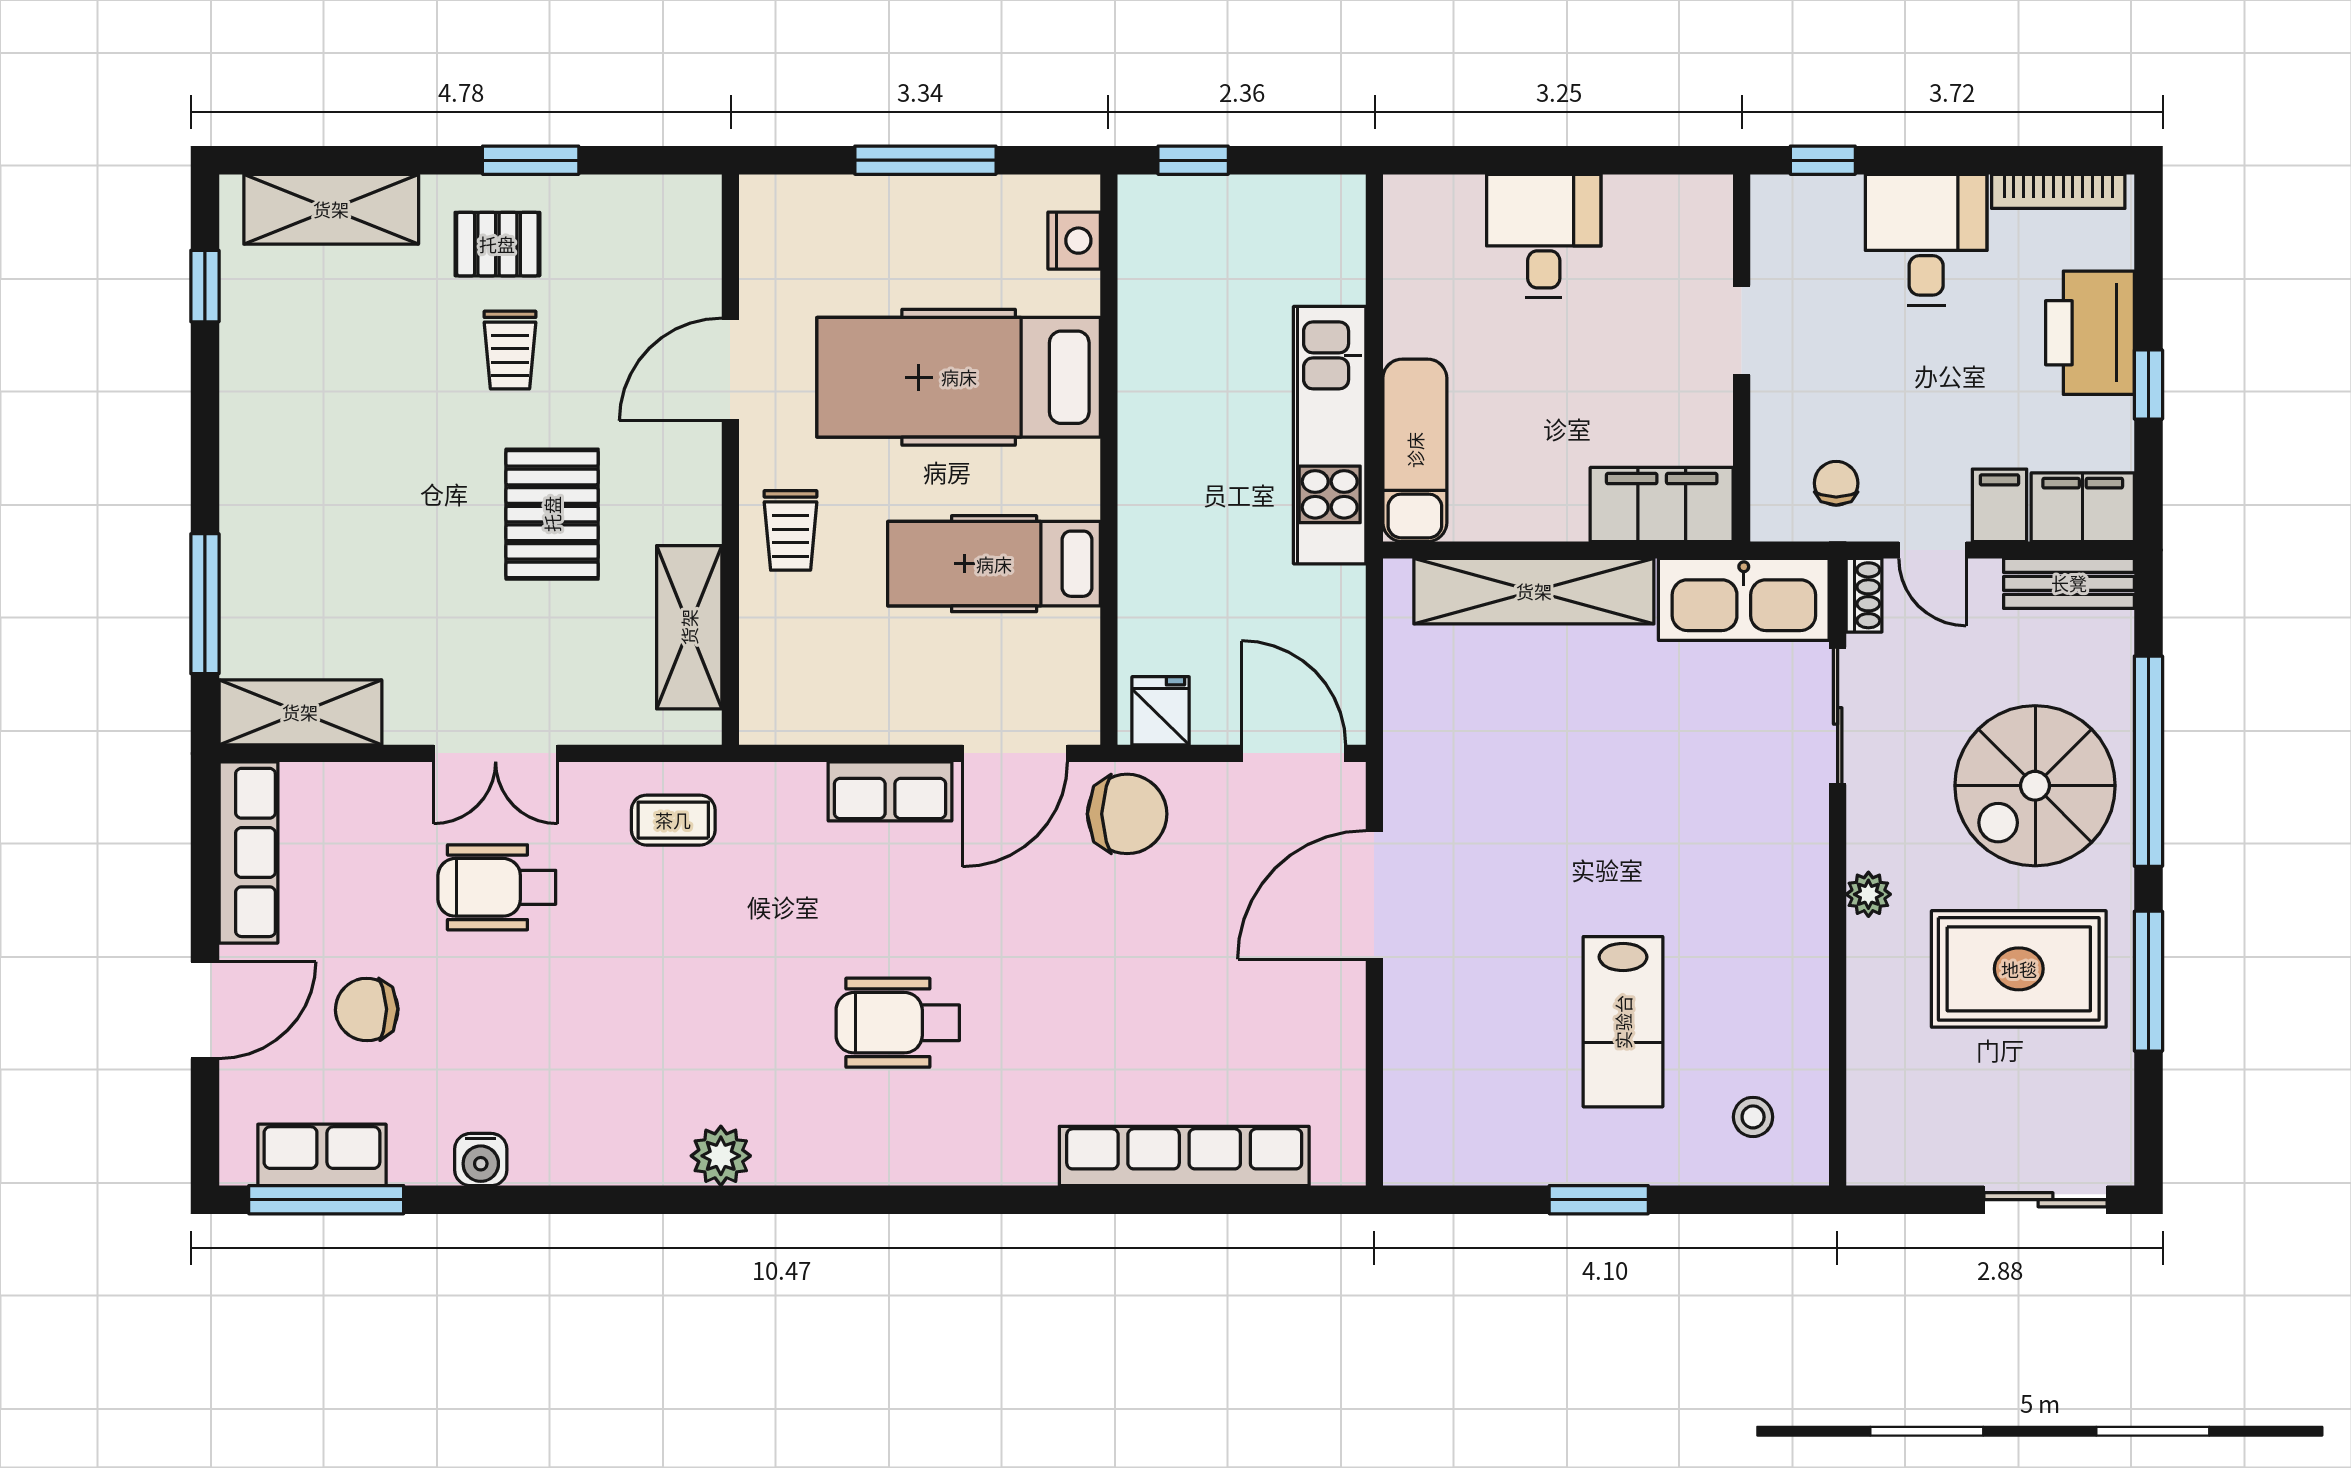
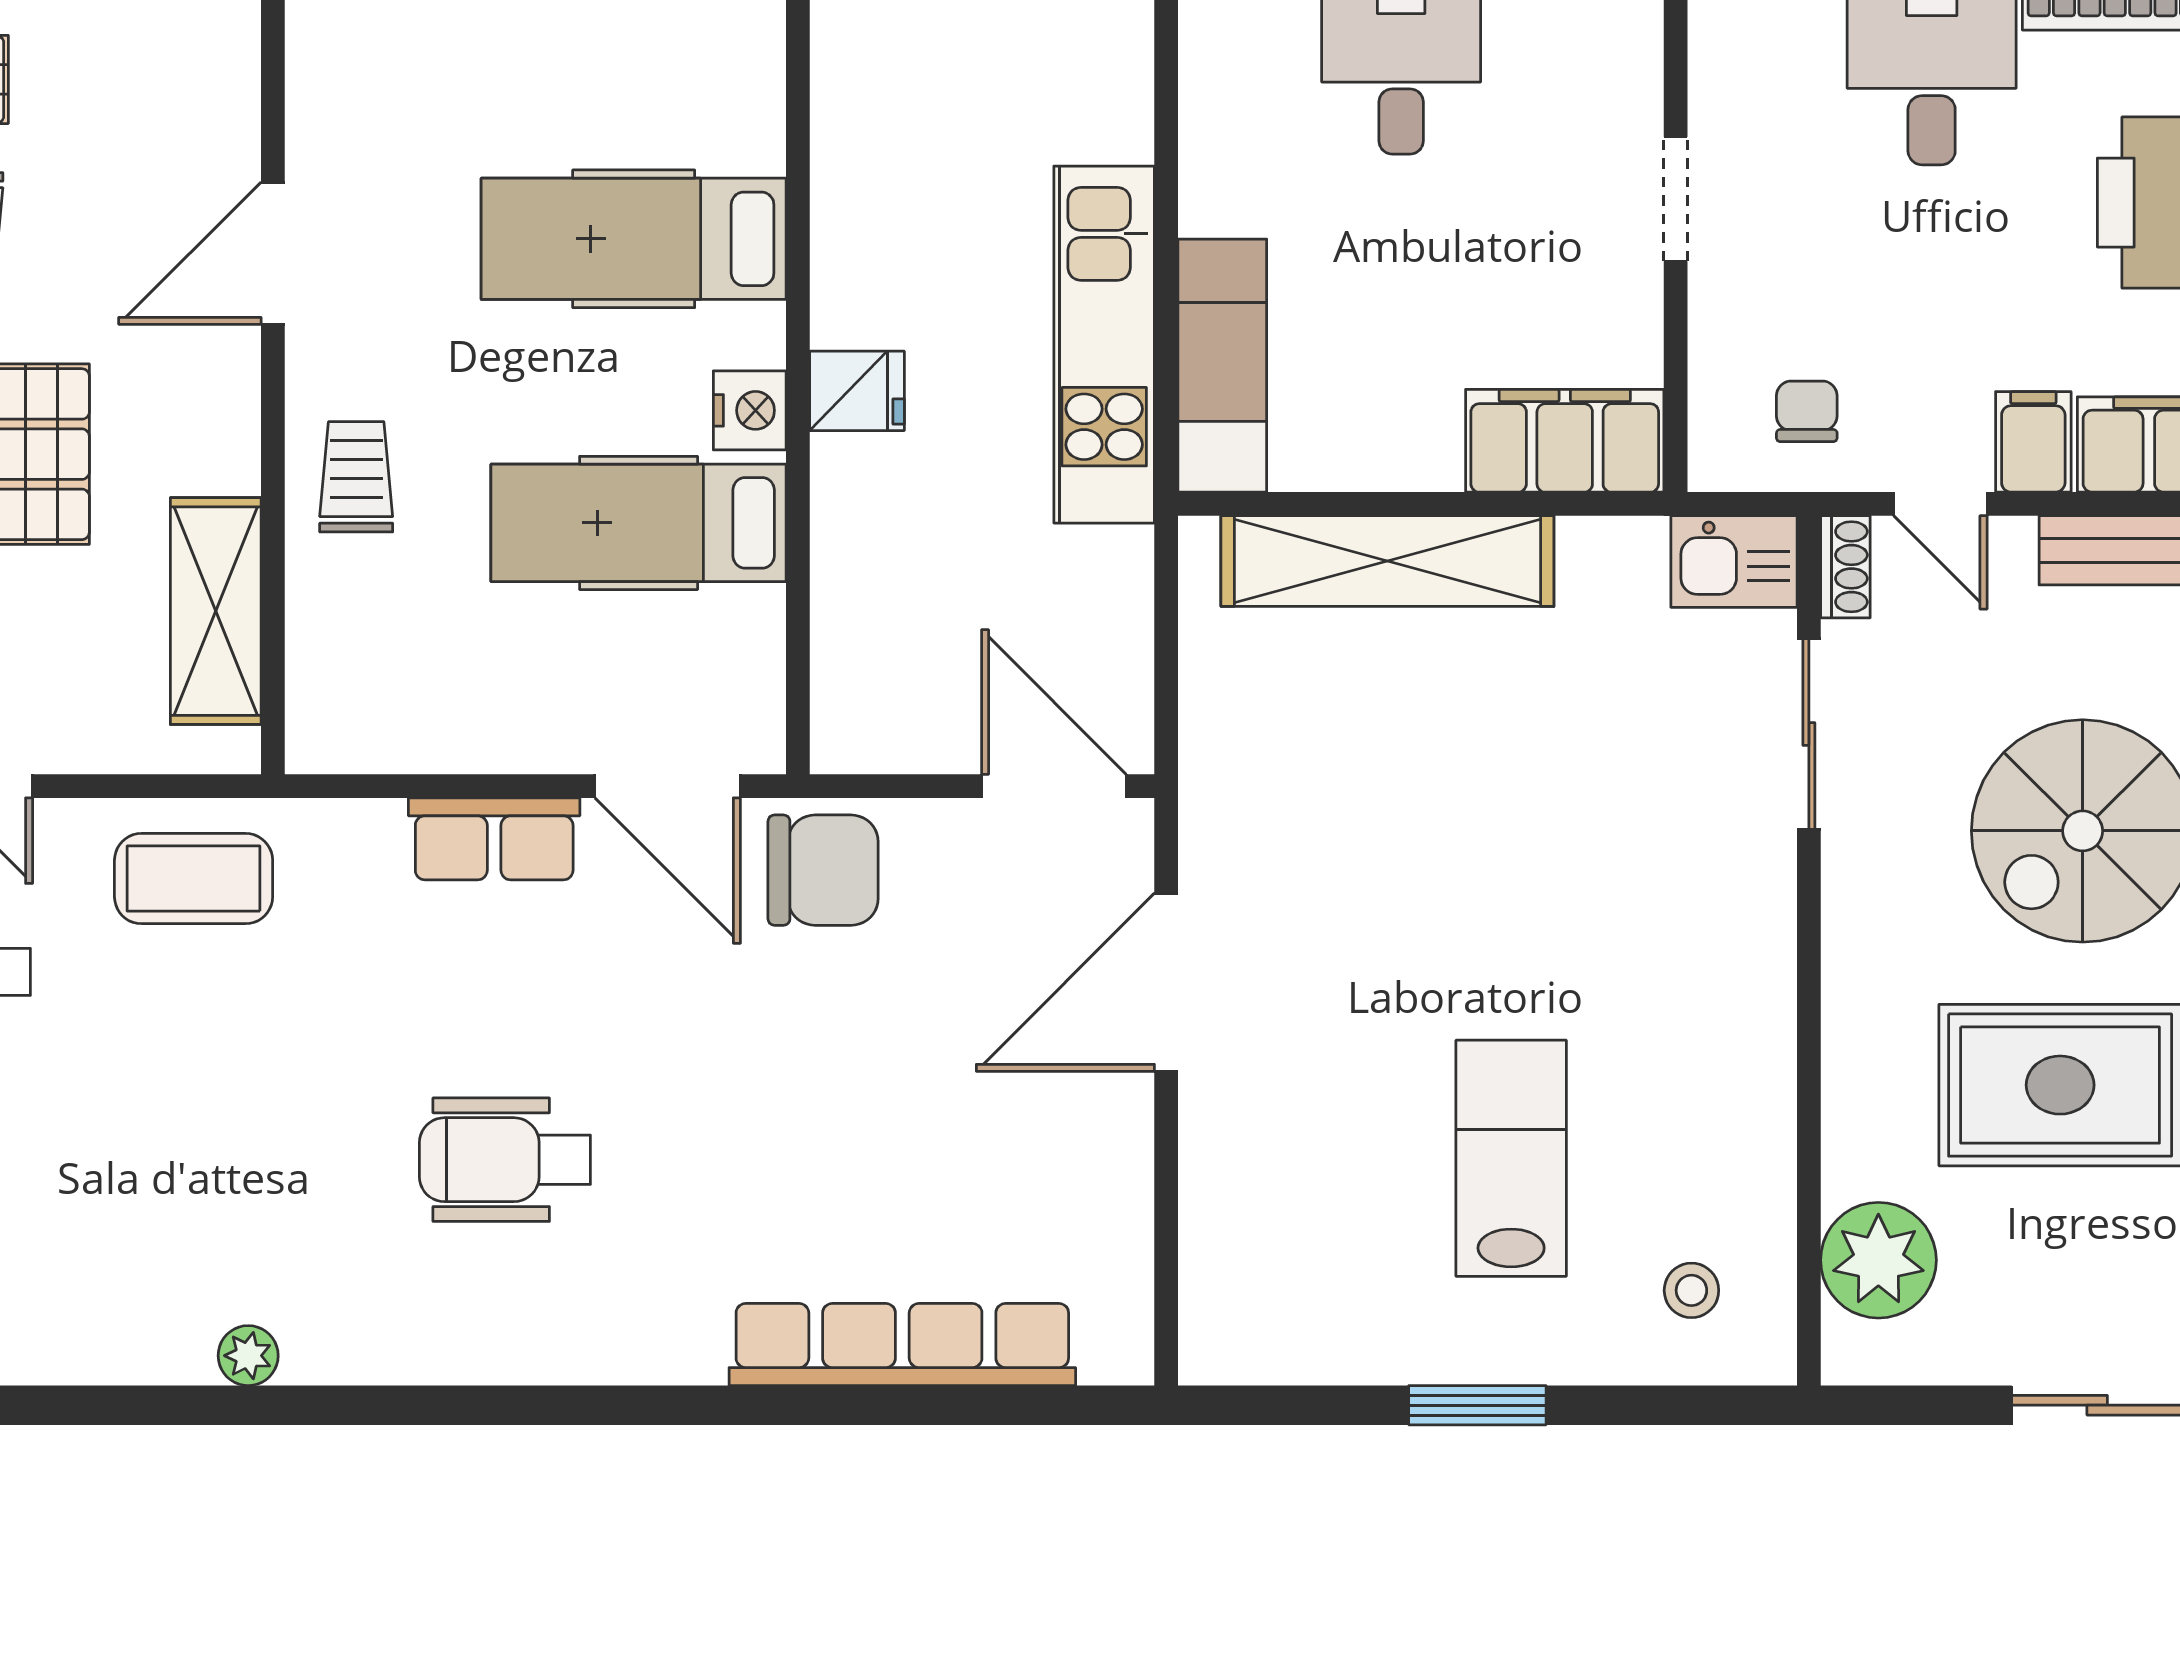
nightstand: (1074, 241) -> (750, 410), moved
hospital bed: (959, 377) -> (634, 239), width x0.73, depth x0.78
trolley: (791, 530) -> (356, 477), turned 180
kitchen sink: (1744, 599) -> (1734, 561), width x0.53, depth x0.81
fridge: (1161, 711) -> (857, 391), moved, turned 90
door: (1015, 753) -> (668, 786), hinge flipped
coffee table: (673, 820) -> (194, 879), width x1.36, depth x1.30
plant: (1868, 894) -> (1878, 1260), moved, width x1.87, depth x1.87
lab bench: (1623, 1022) -> (1511, 1158), turned 180
plant: (721, 1156) -> (248, 1356), width x0.73, depth x0.73

